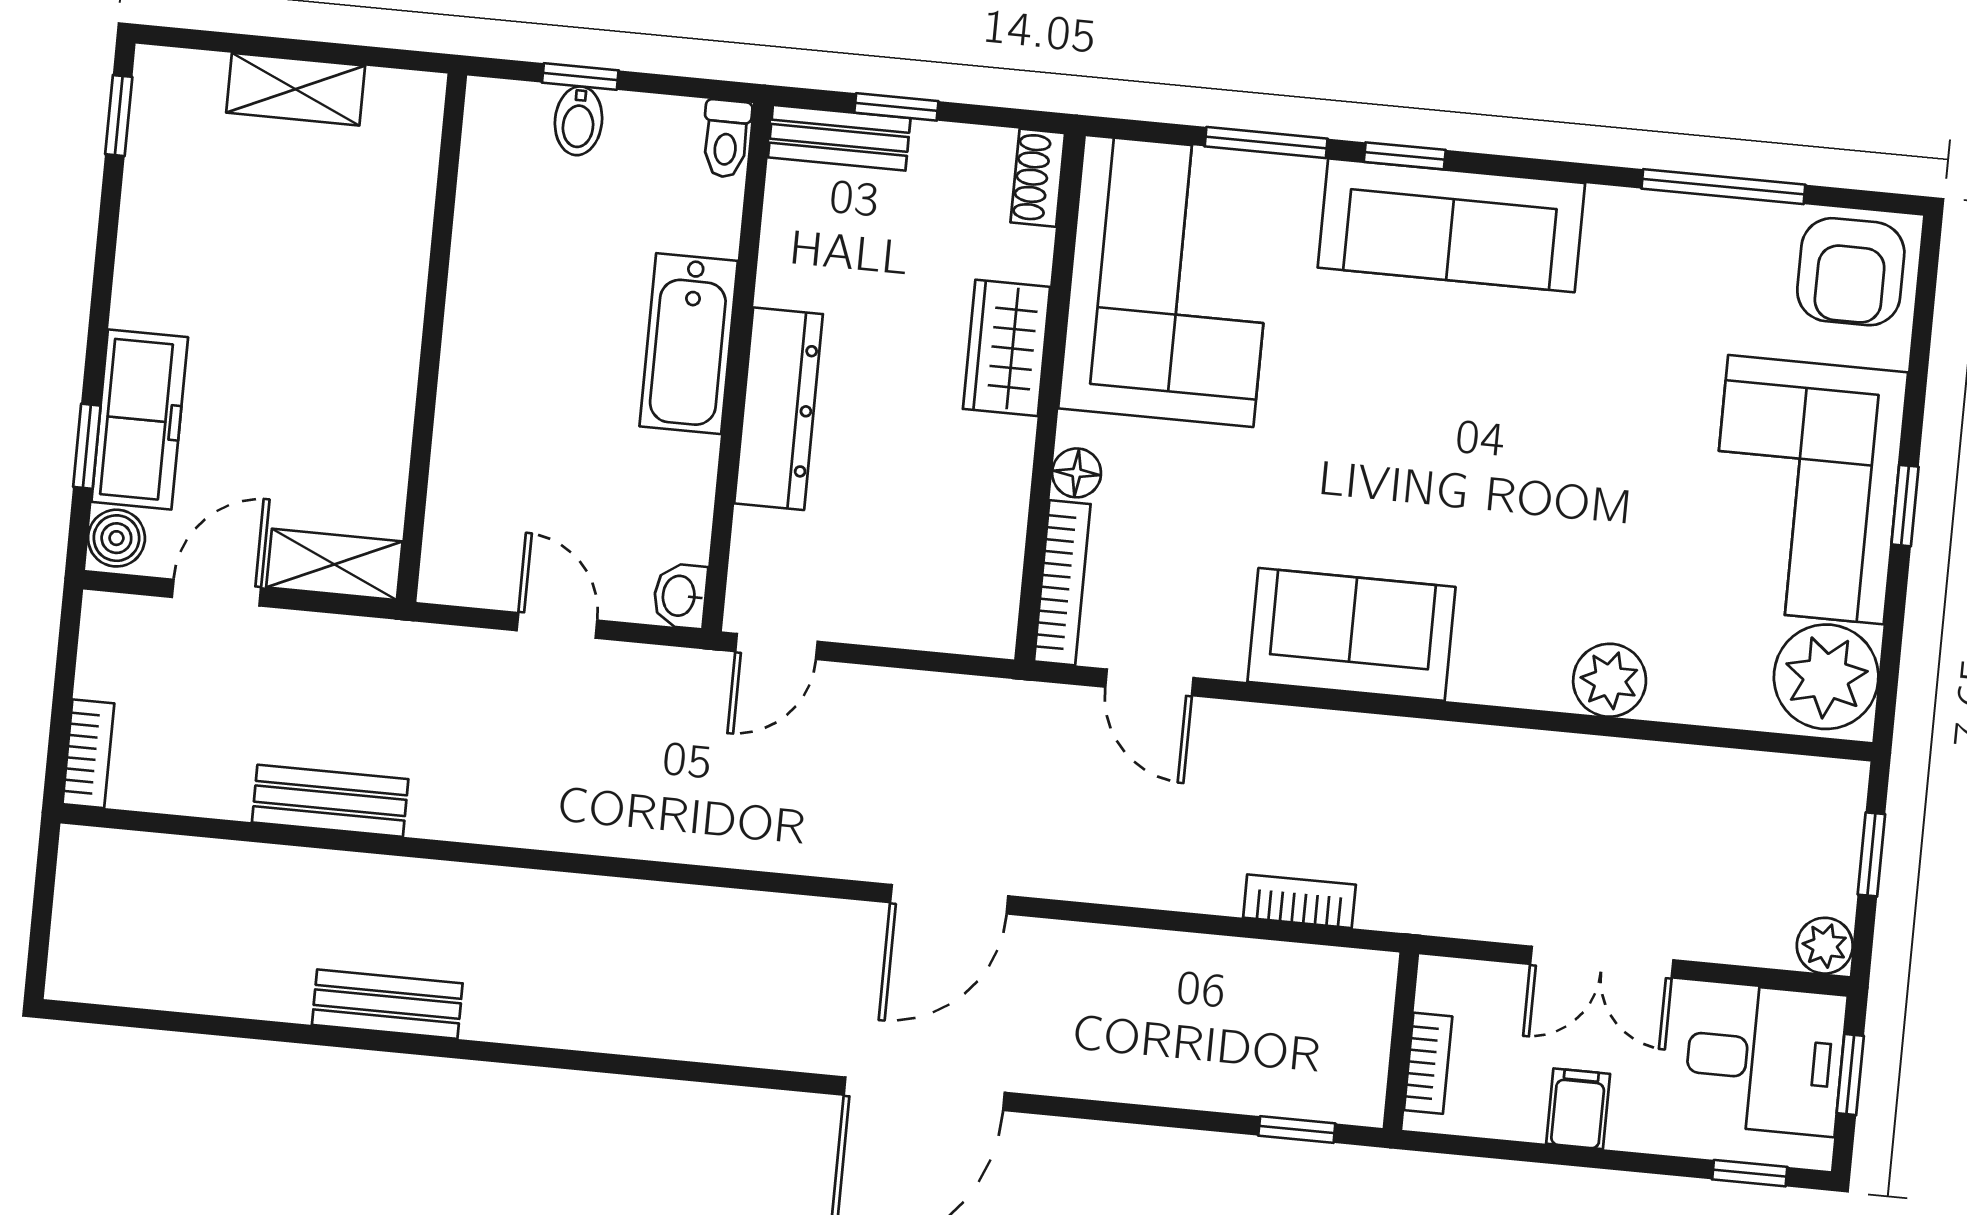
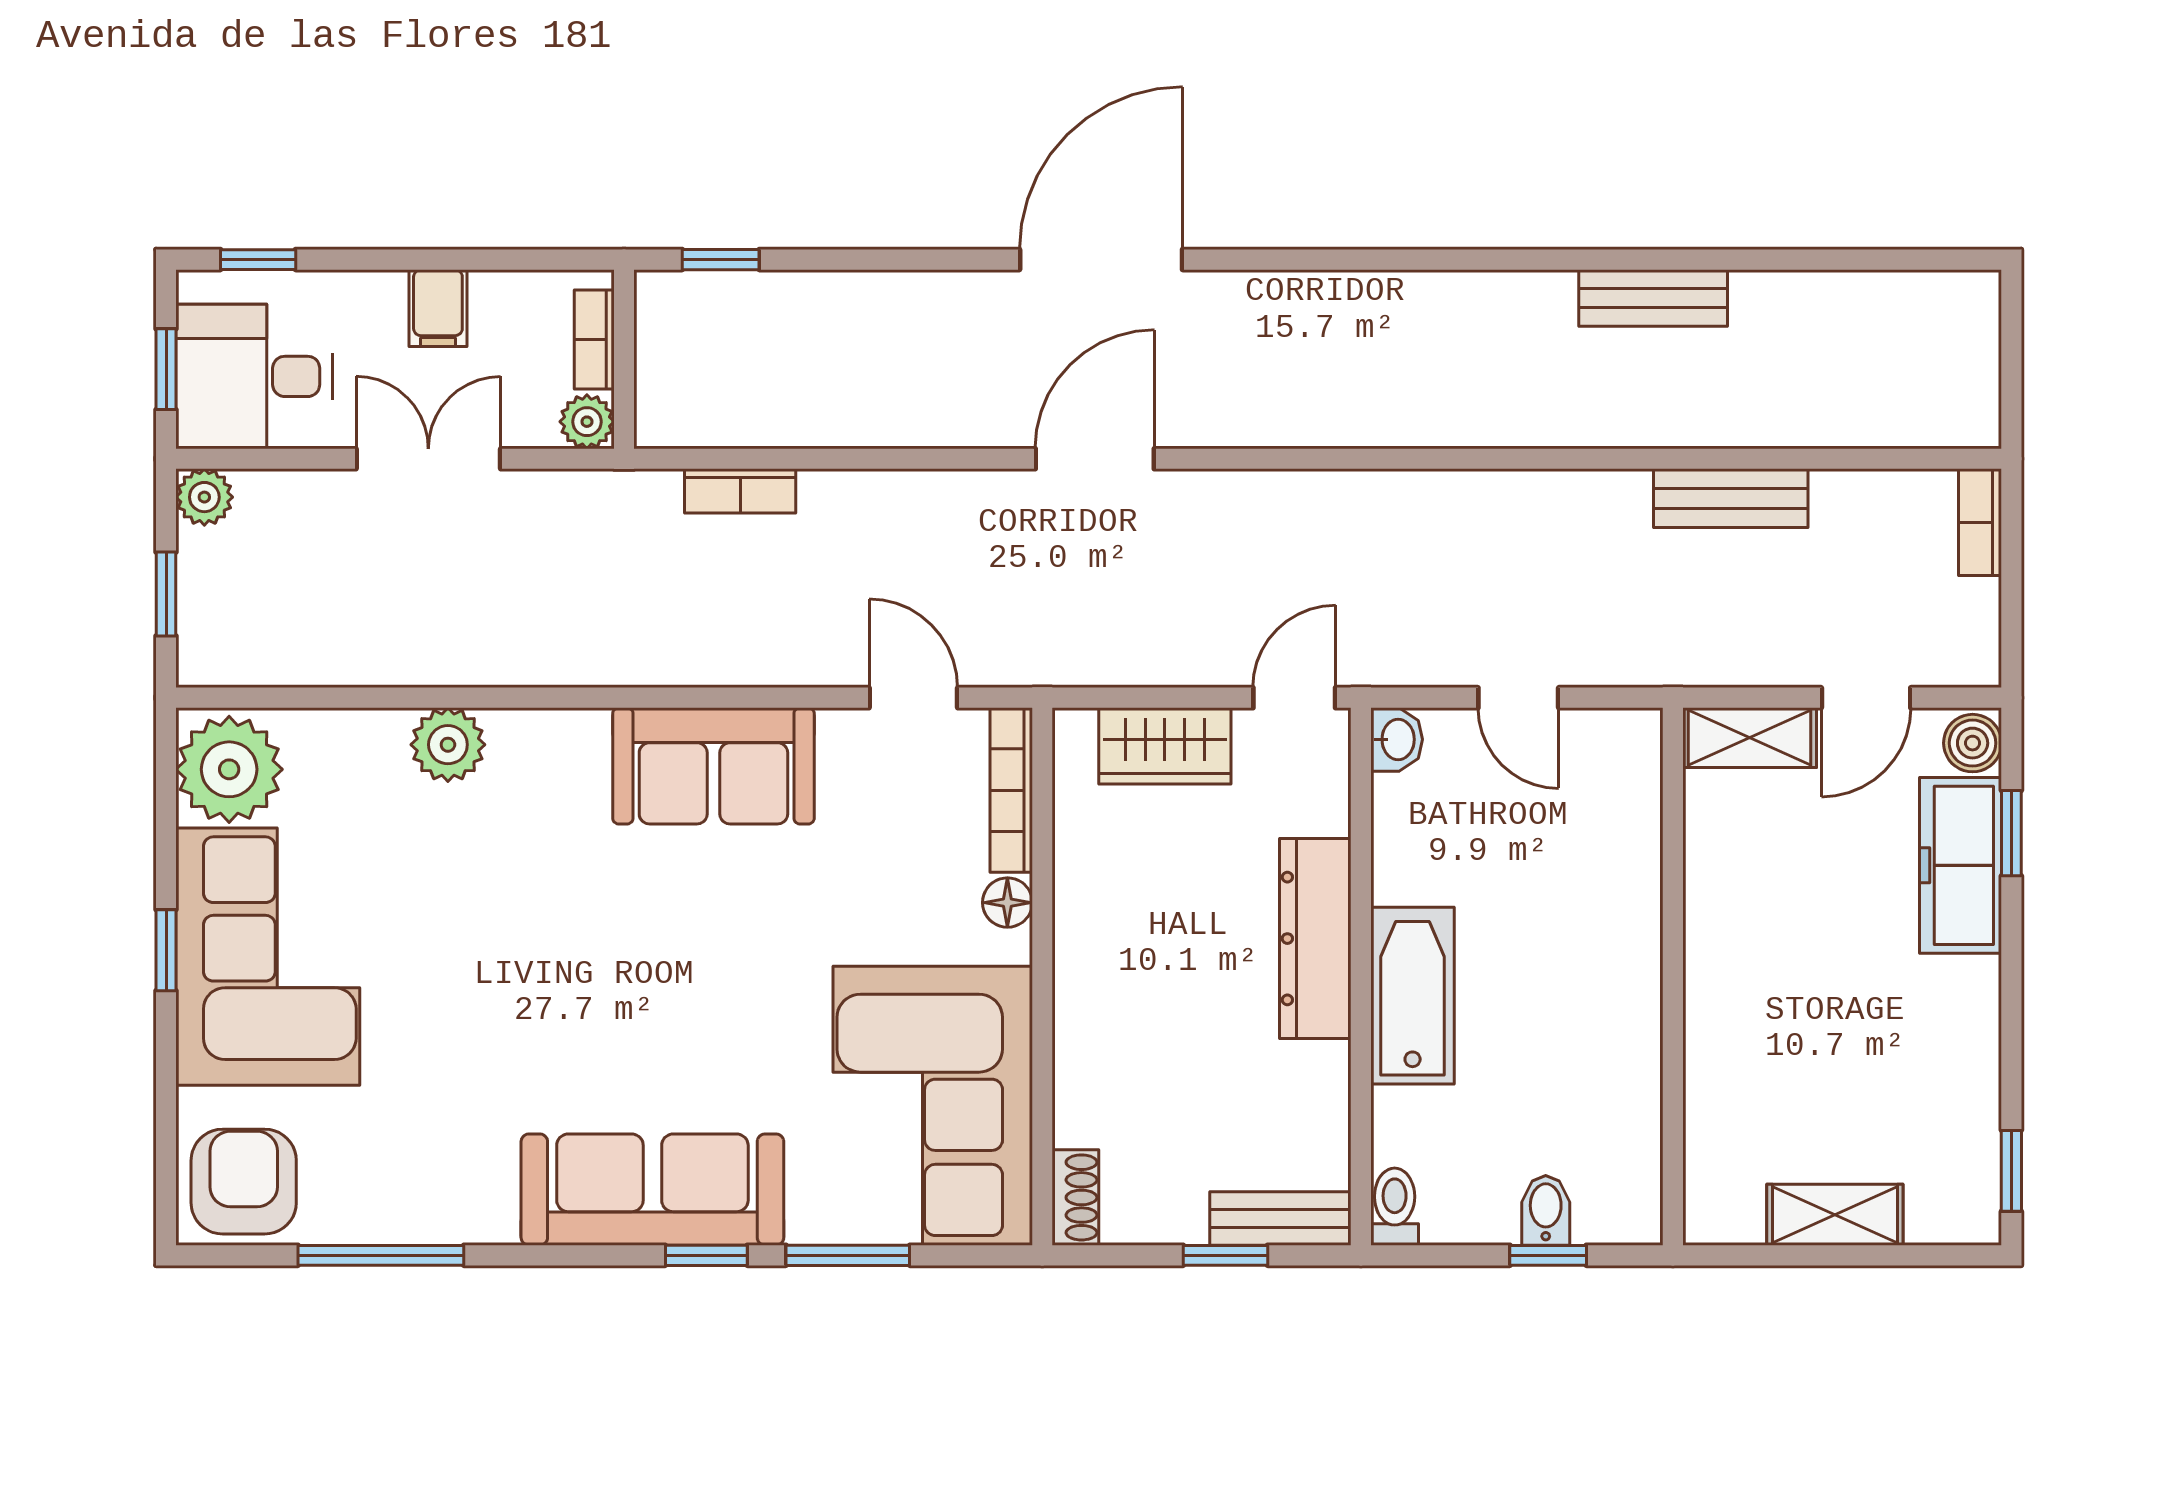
wardrobe: (1007, 348) -> (1165, 746), moved, turned 90
plant: (1443, 983) -> (587, 422), added

